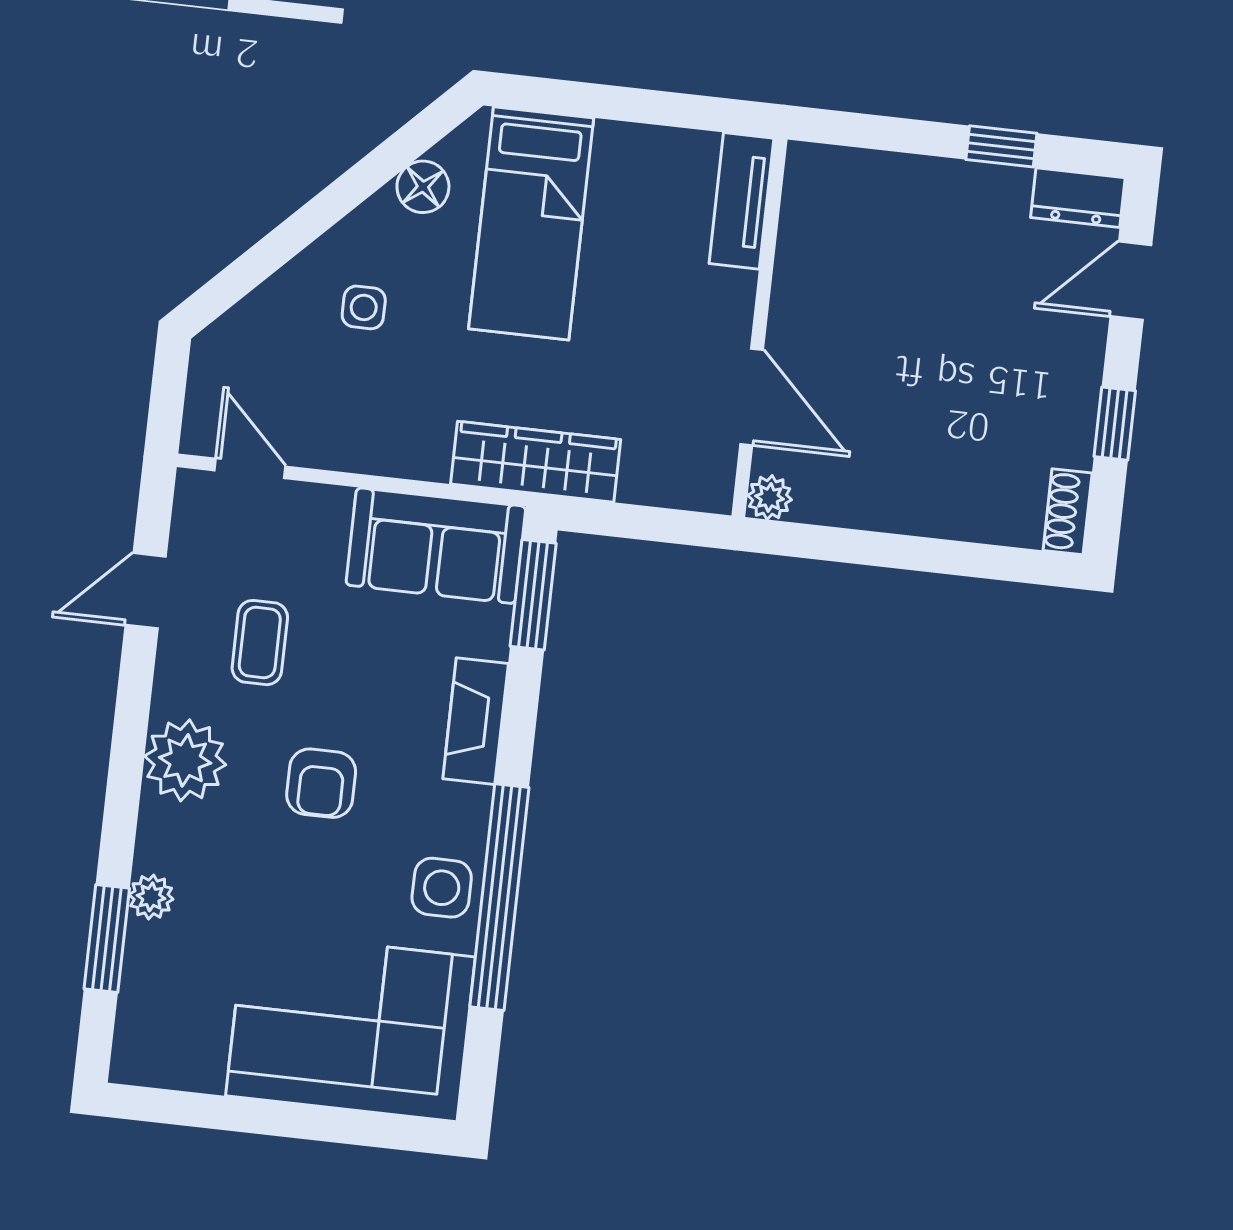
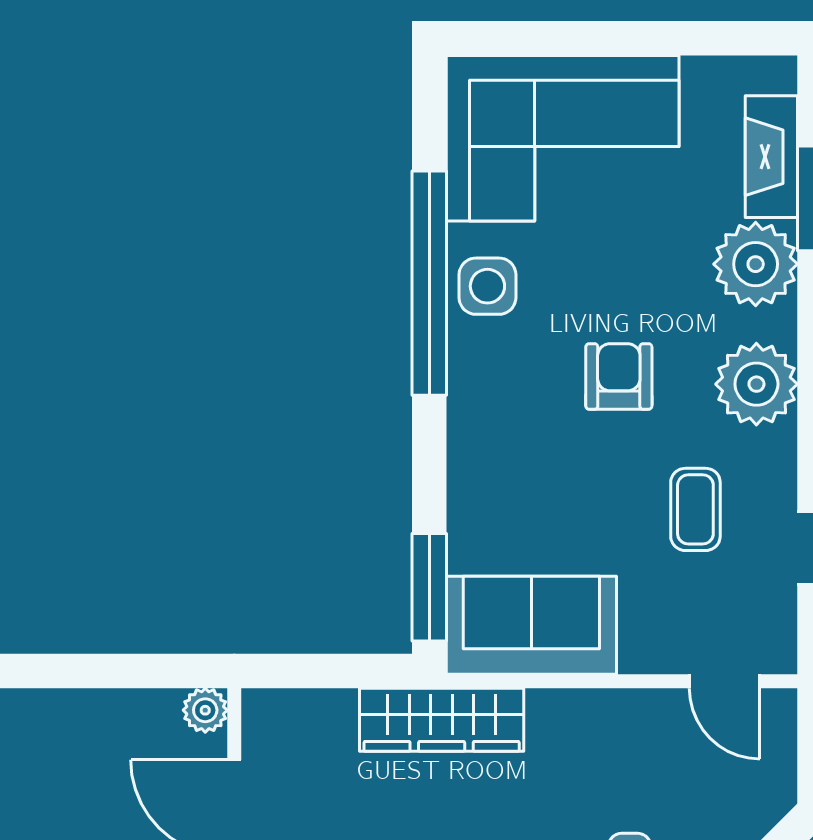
fireplace: (476, 721) -> (771, 157), moved, turned 180
plant: (151, 897) -> (756, 264), width x1.88, depth x1.88

